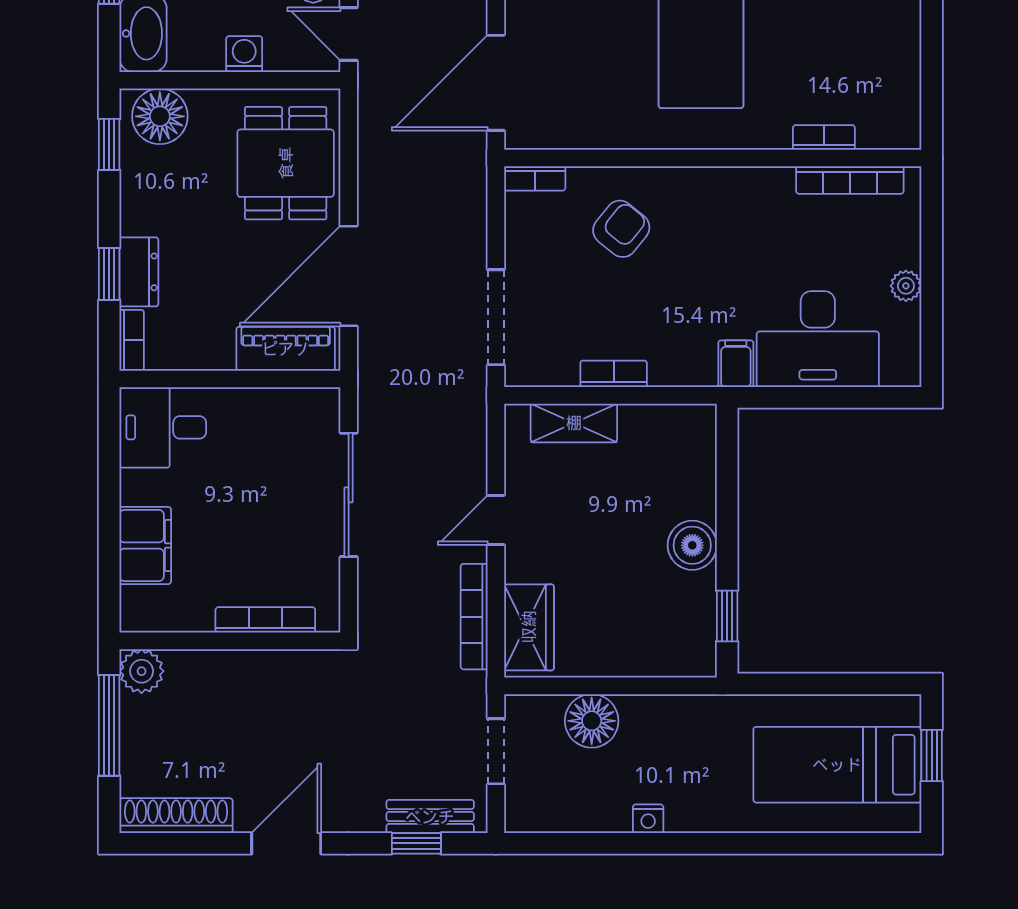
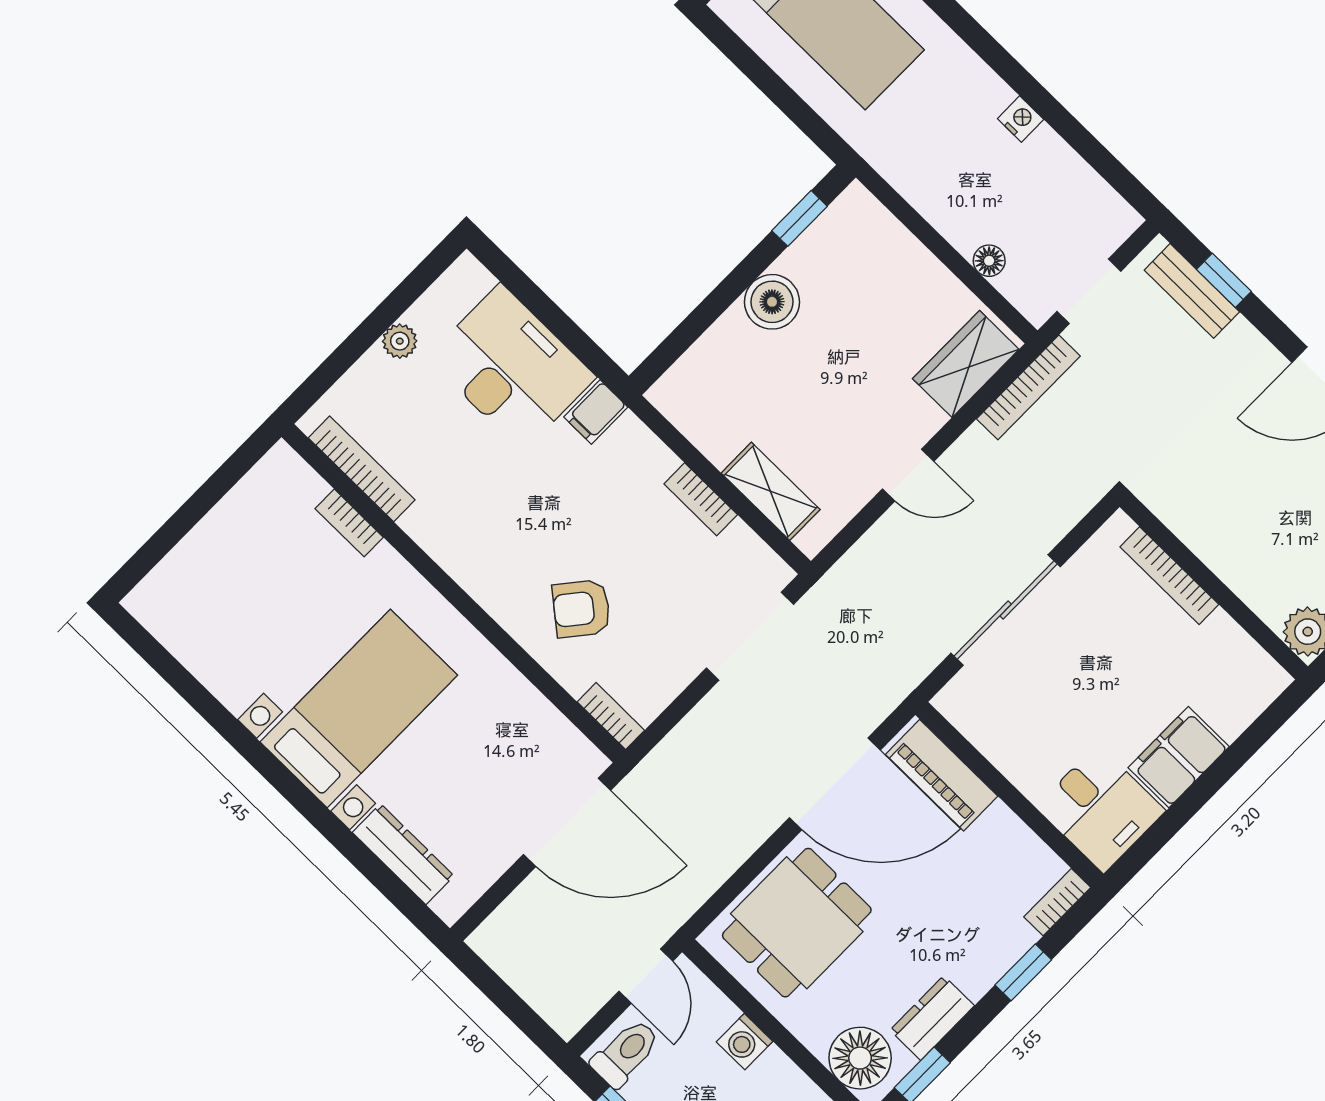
dresser: (139, 272) -> (932, 1018), moved
filing cabinet: (145, 546) -> (1179, 757), moved
bookcase: (474, 617) -> (1028, 387), moved
floor lamp: (592, 721) -> (989, 261), width x0.53, depth x0.53

